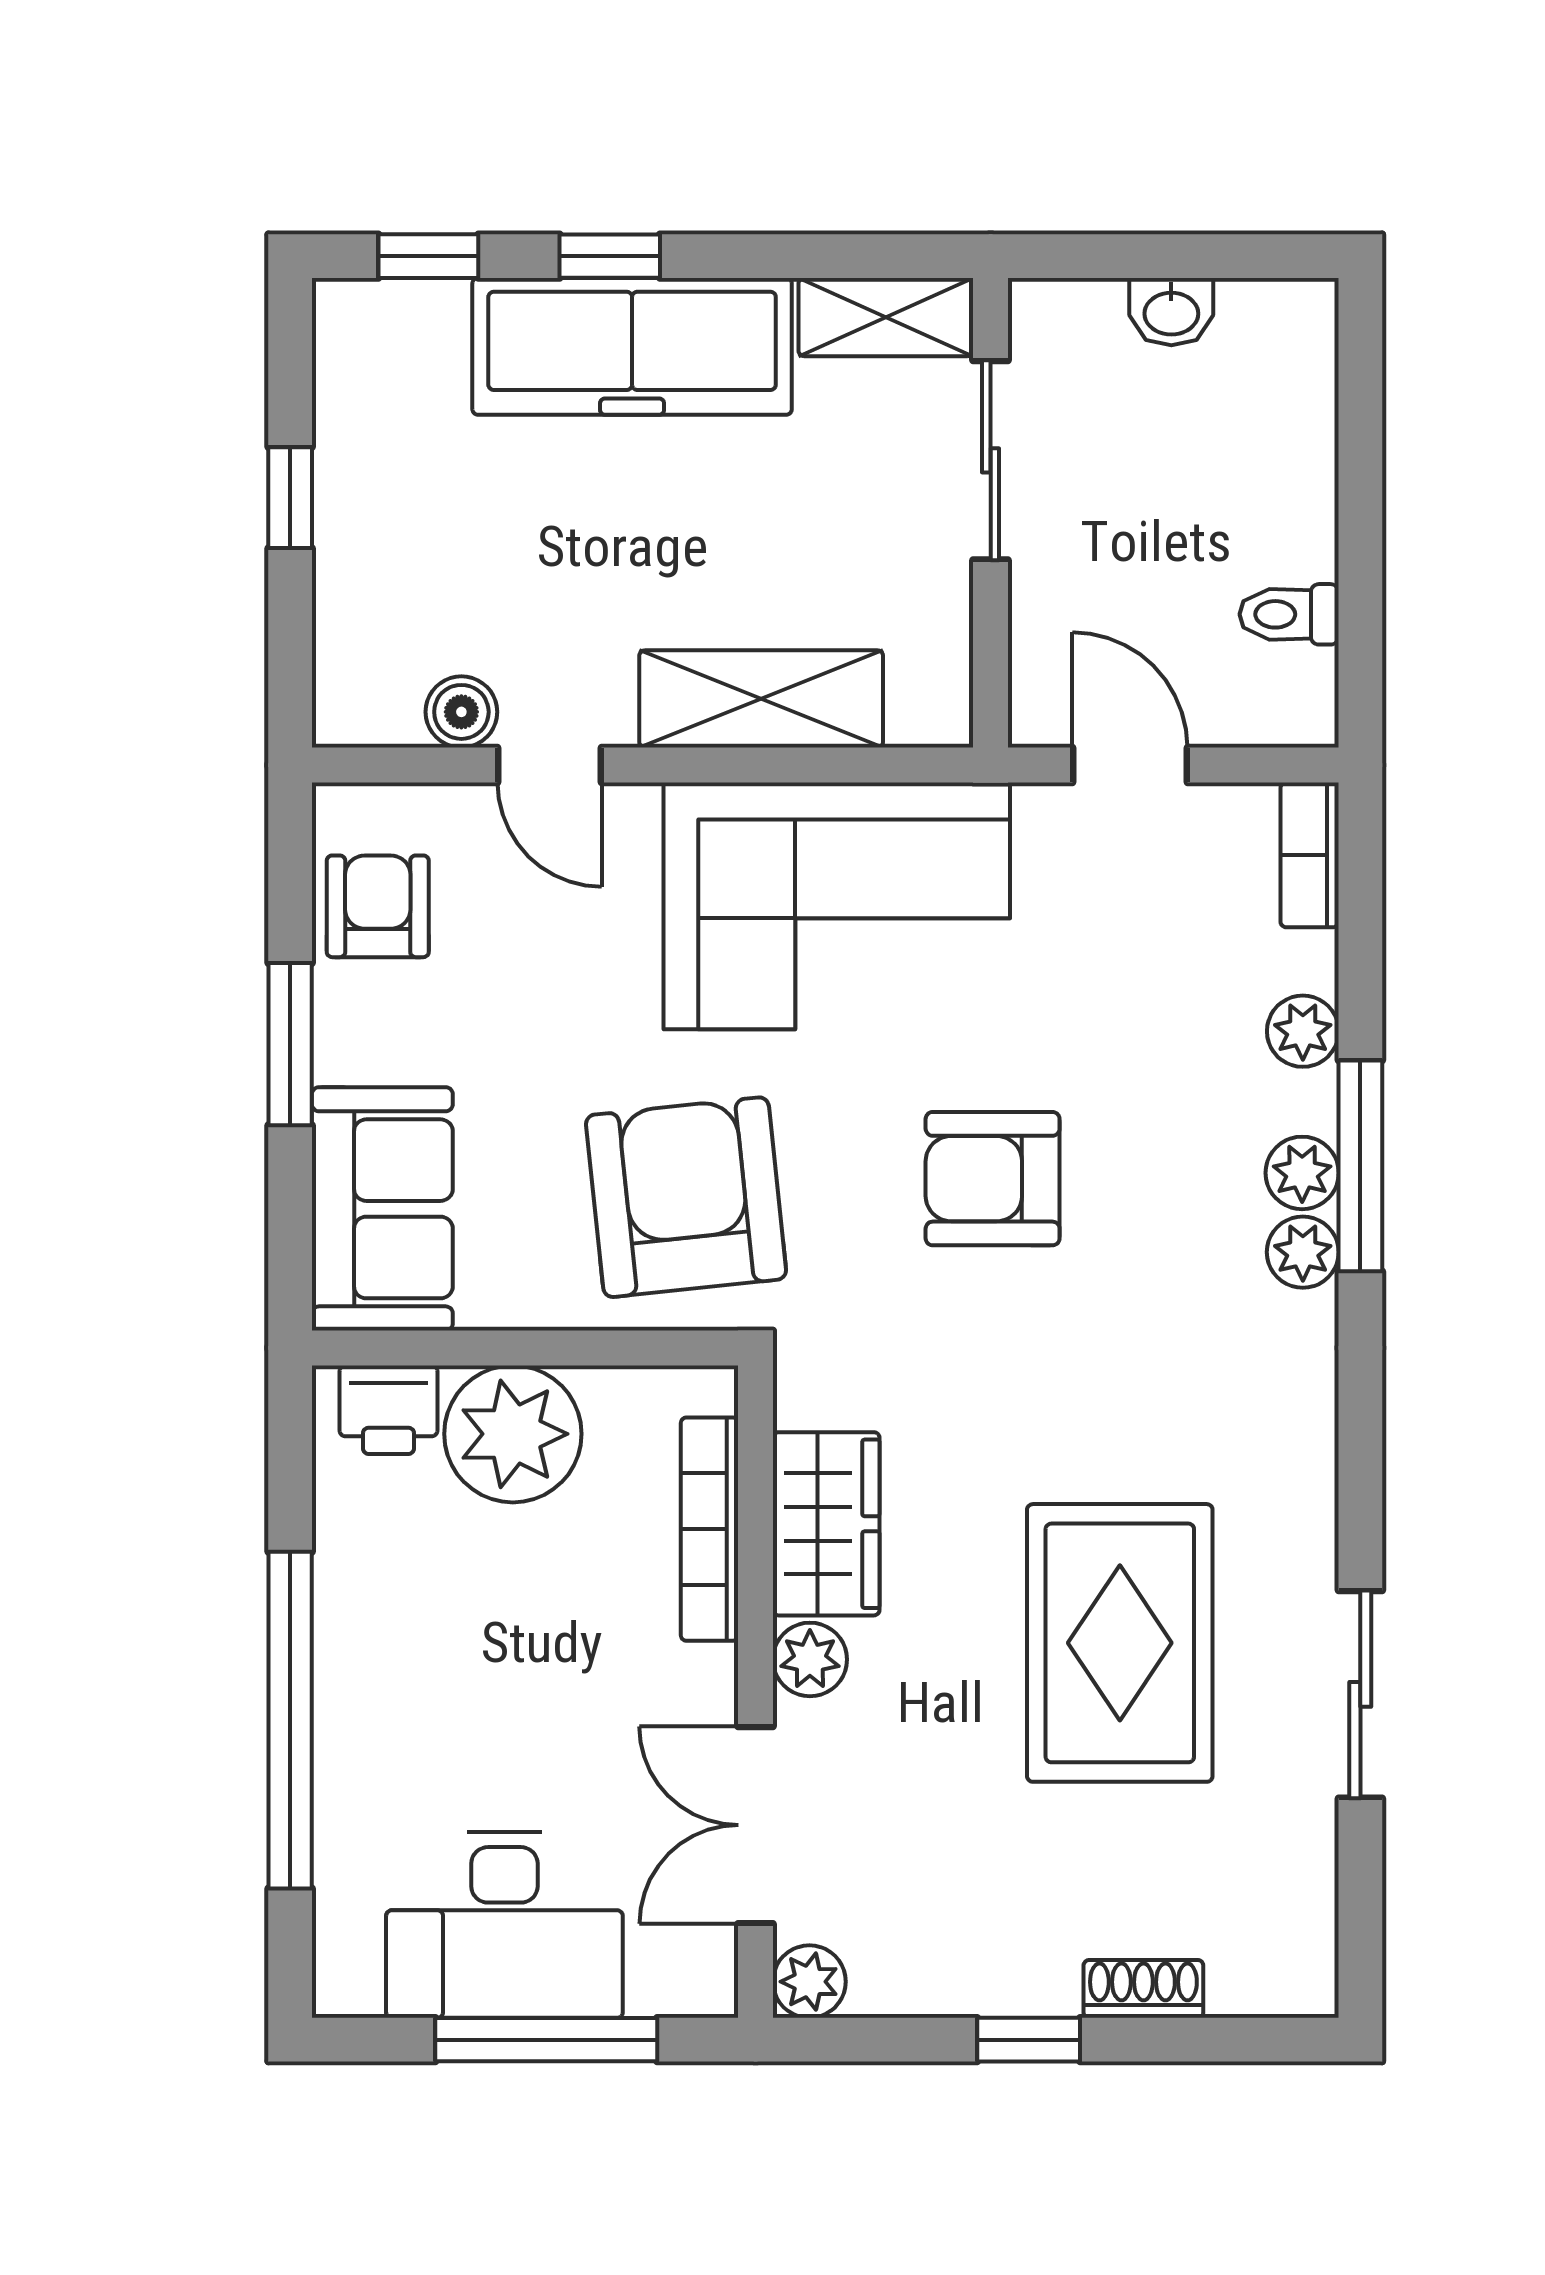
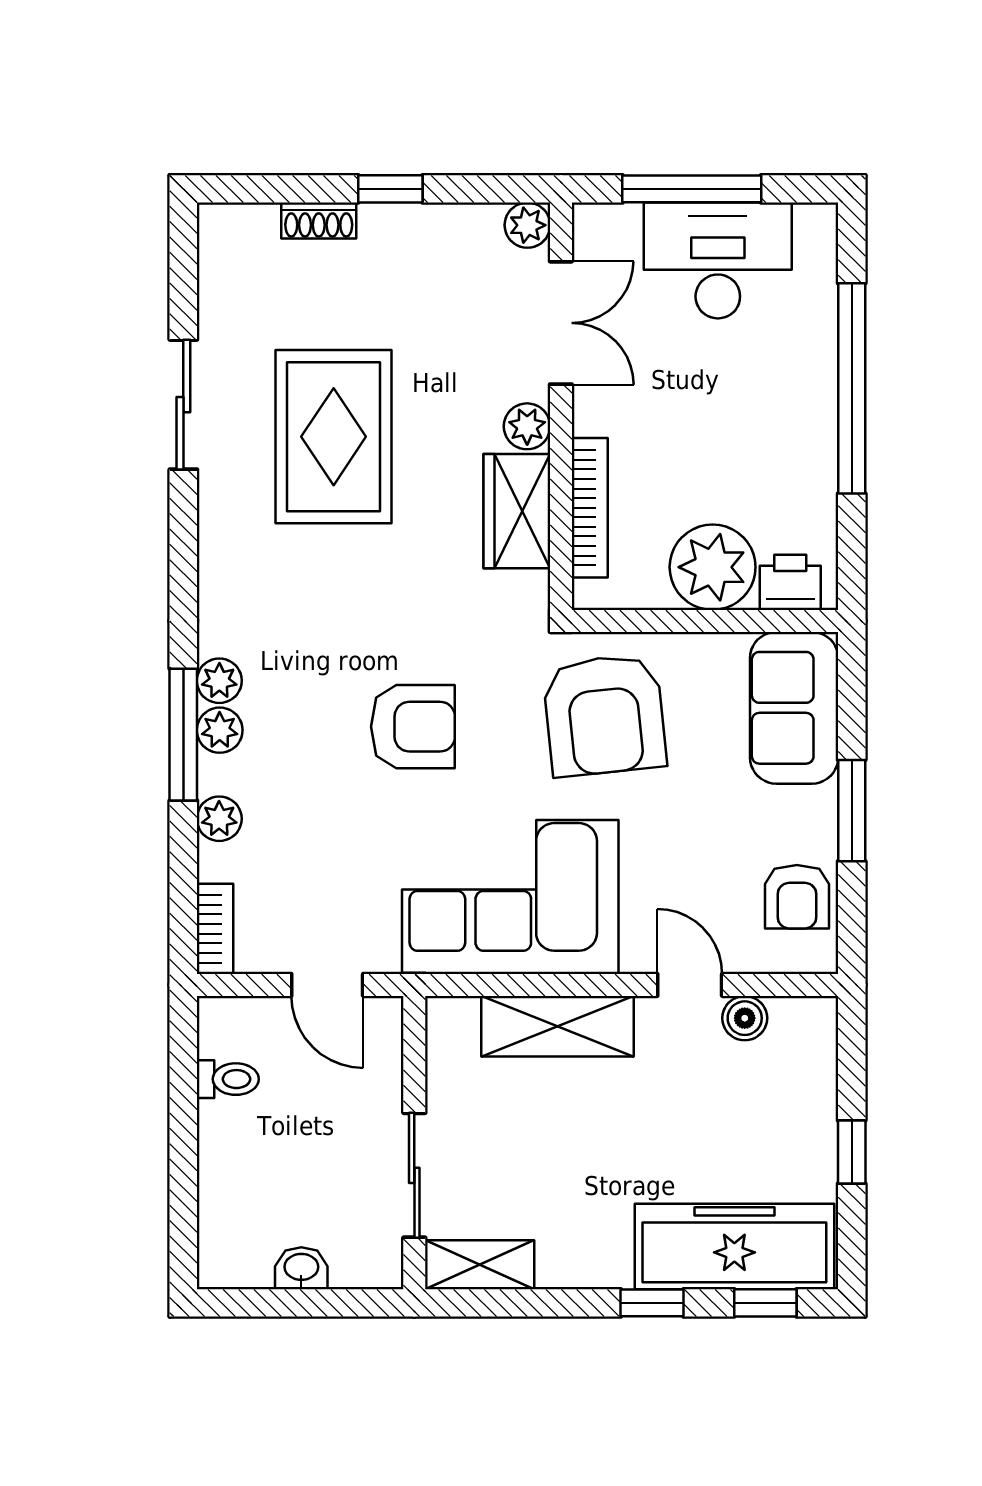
freezer: (632, 346) -> (734, 1246), moved

